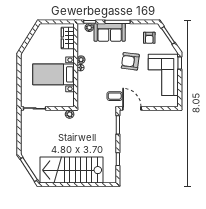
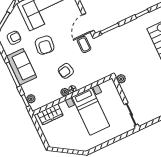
sofa: (110, 32) -> (21, 67), moved
armchair: (99, 69) -> (66, 71), added

